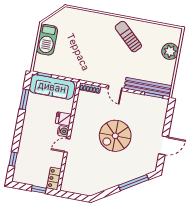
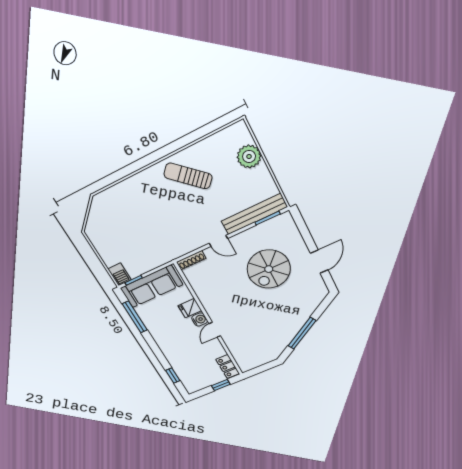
barbecue: (47, 40) -> (119, 274), moved, width x0.53, depth x0.65
window: (24, 99) -> (135, 317), width x1.44
spiral stairs: (115, 136) -> (269, 269), moved
window: (133, 183) -> (302, 333), moved

